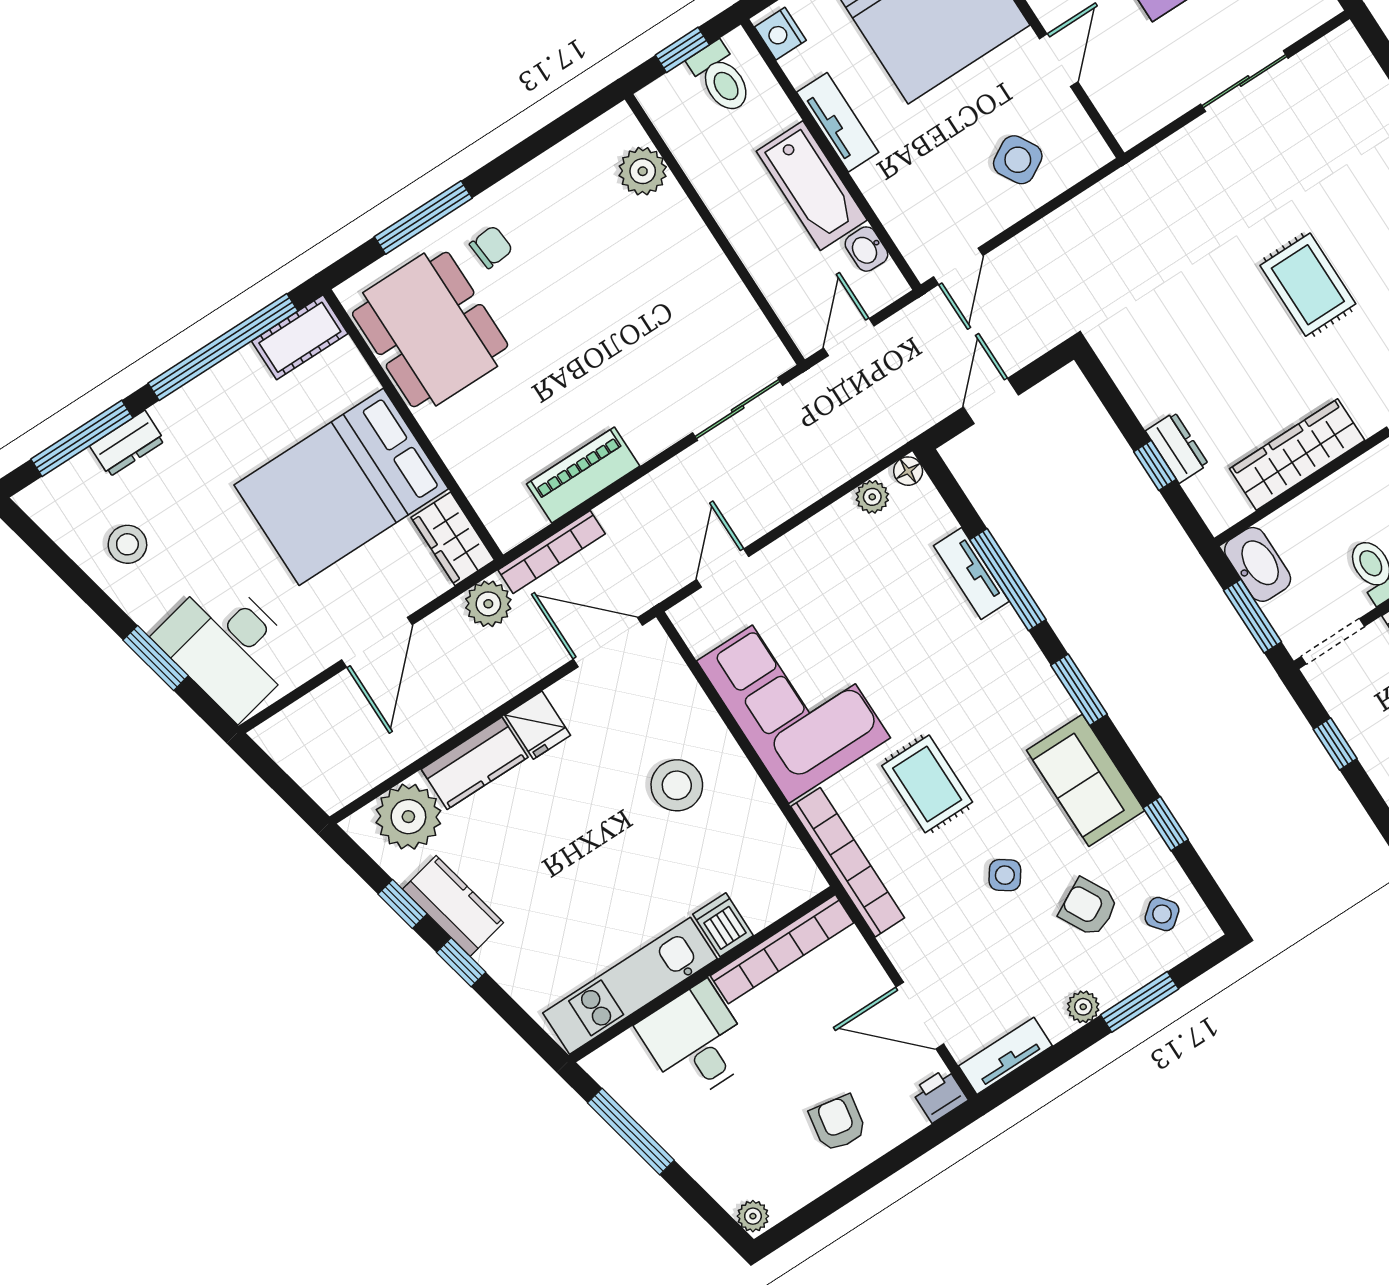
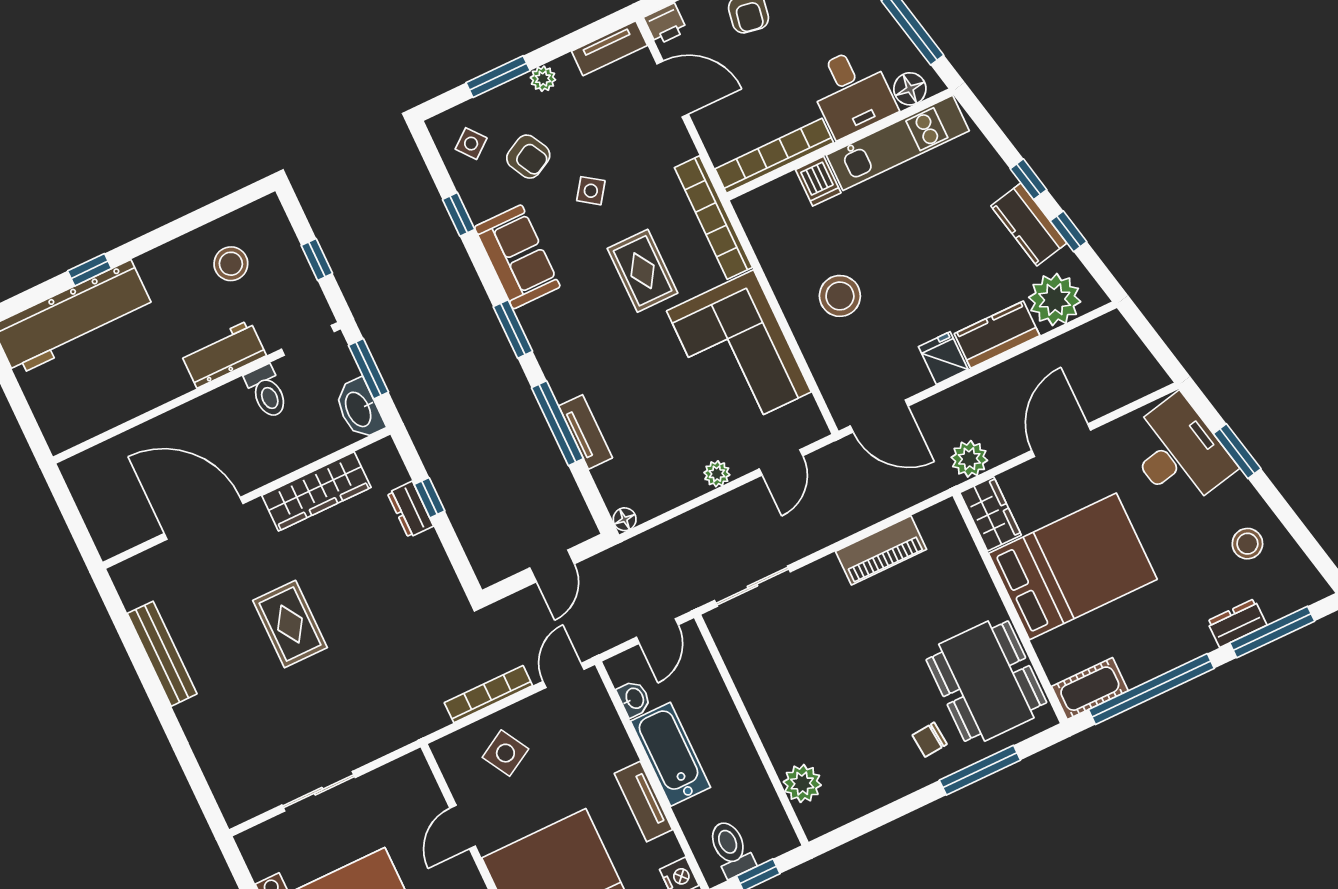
plant: (872, 497) -> (717, 474), moved
bookcase: (552, 552) -> (488, 694), moved
floor lamp: (624, 1055) -> (910, 89), added

